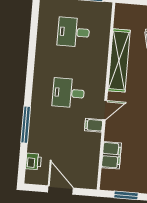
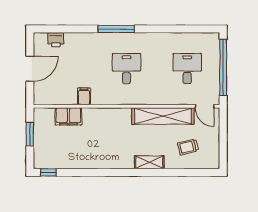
door: (105, 110) -> (205, 106), moved
window: (26, 125) -> (116, 29), moved
filing cabinet: (94, 125) -> (84, 96), moved

